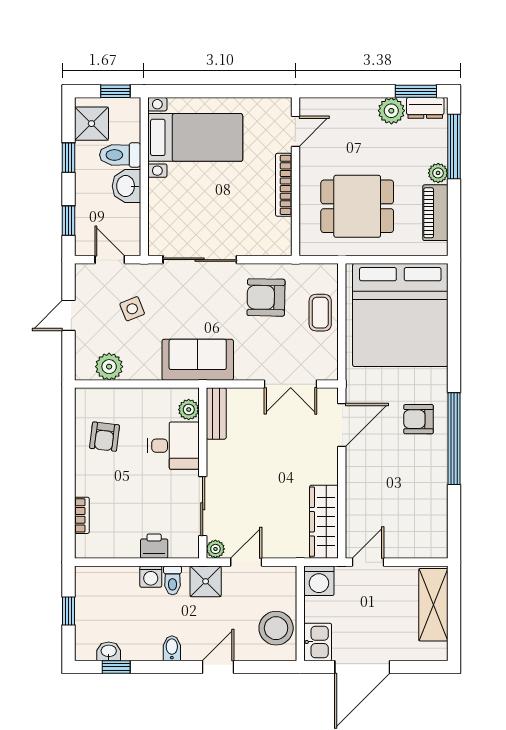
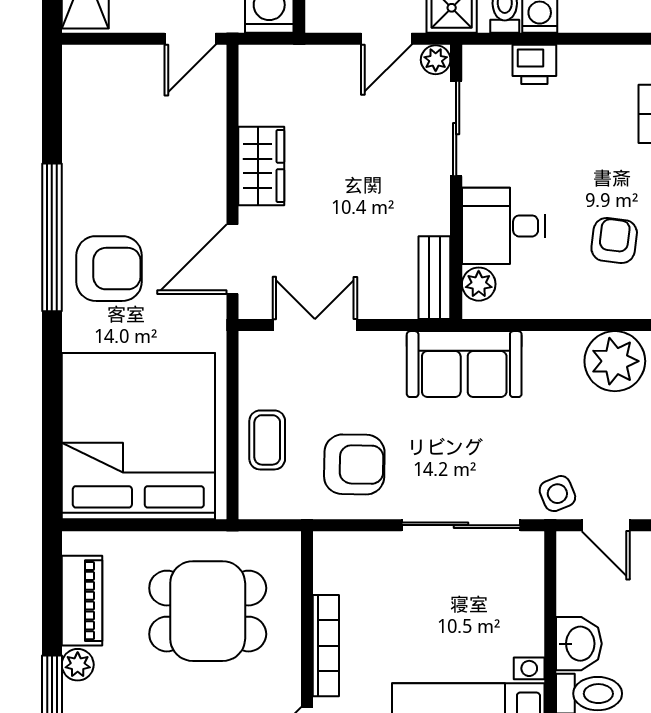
side table: (132, 309) -> (557, 494), moved
plant: (109, 367) -> (615, 361), width x1.36, depth x1.36
armchair: (418, 419) -> (109, 269), width x1.38, depth x1.38
wardrobe: (324, 522) -> (261, 166), moved, width x0.67

